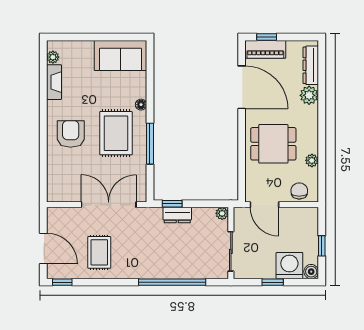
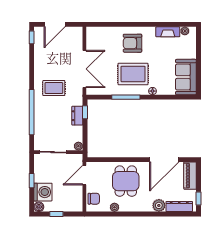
window: (267, 37) -> (198, 198), moved
armchair: (71, 134) -> (133, 43), turned 180
rug: (99, 252) -> (54, 88), moved

